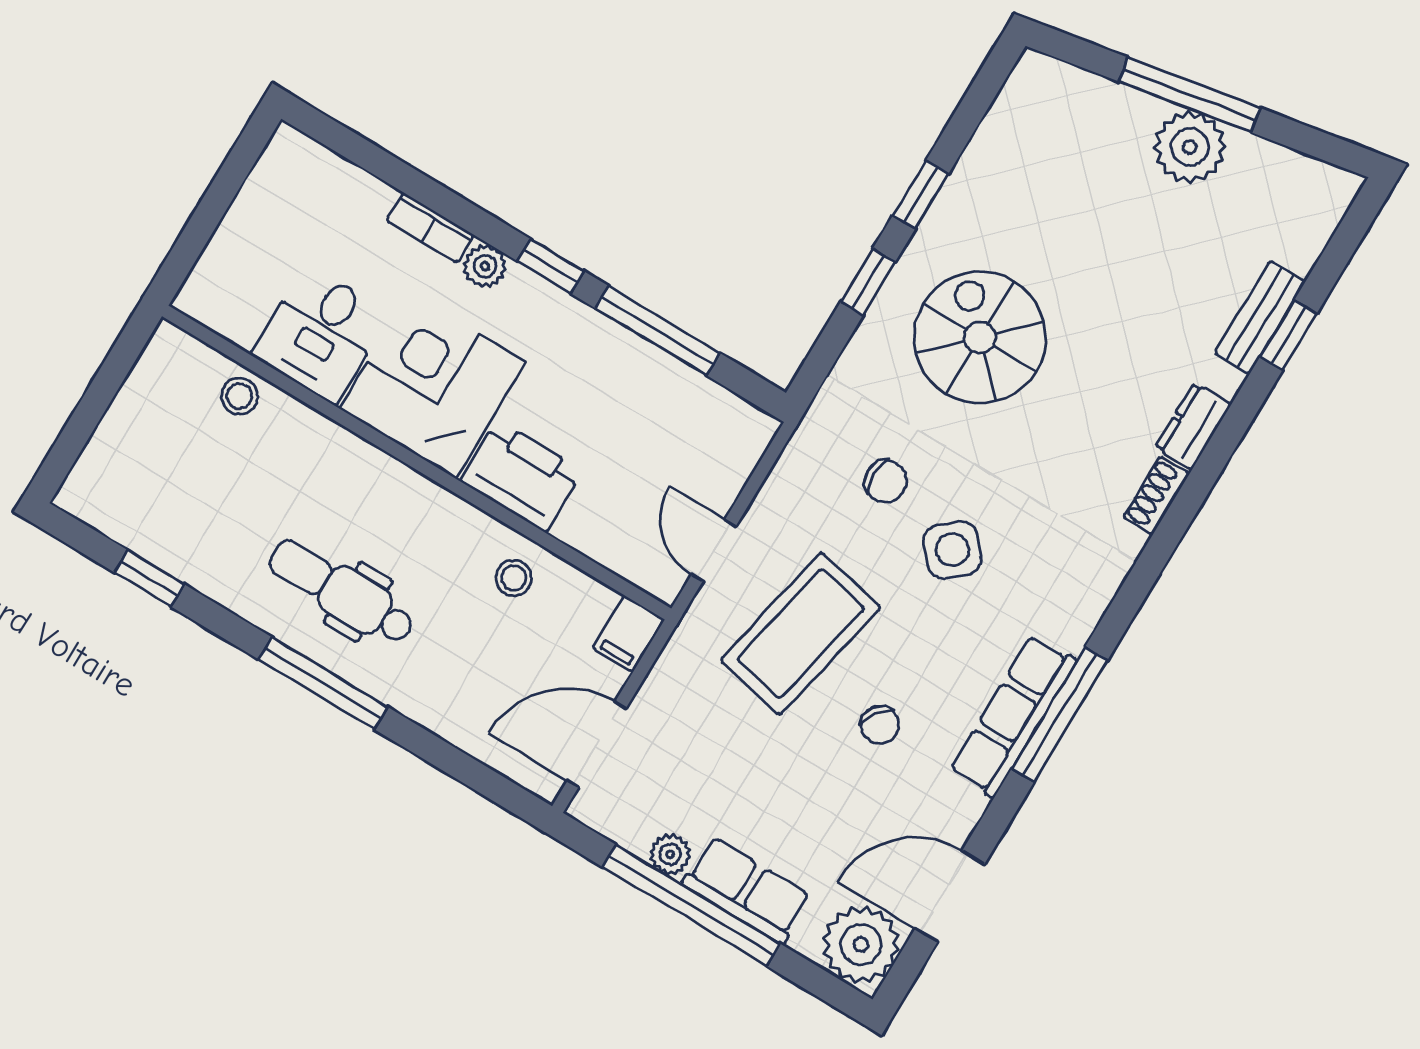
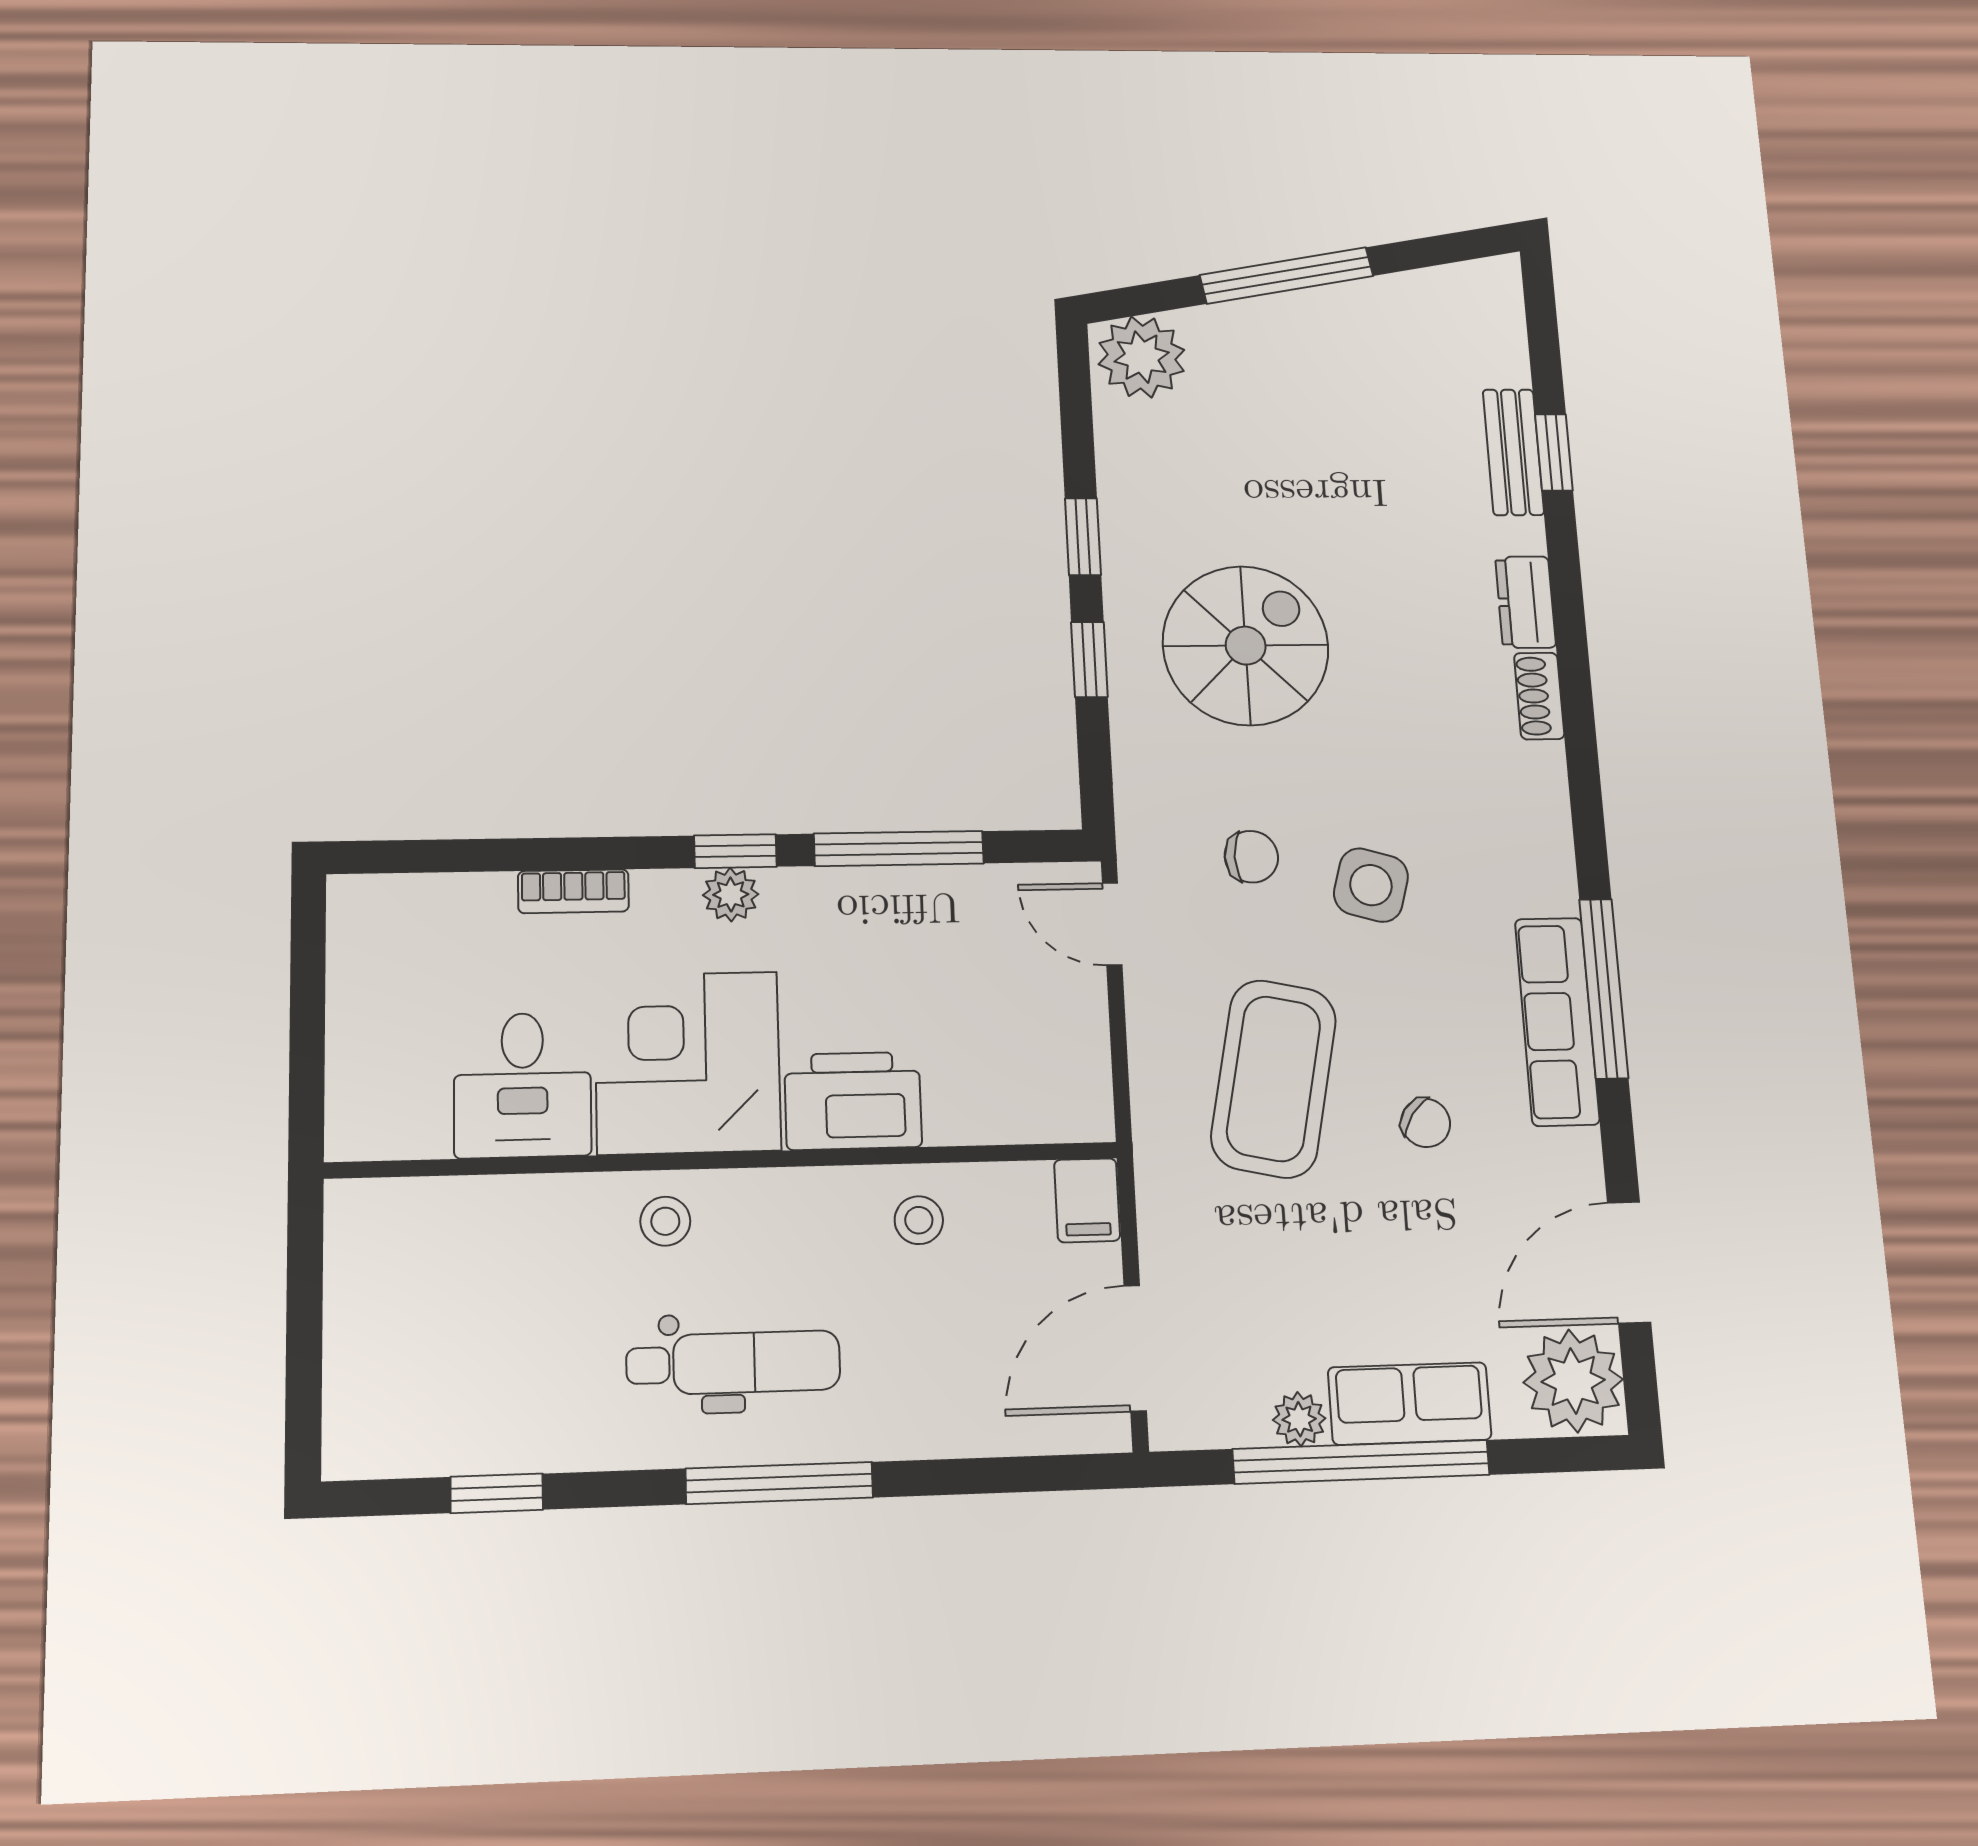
plant: (1190, 147) -> (1142, 357), moved
plant: (485, 266) -> (731, 895), moved
spiral stairs: (980, 338) -> (1246, 646), turned 90
stool: (240, 396) -> (665, 1221), moved
door: (714, 550) -> (1112, 924), moved
side table: (952, 550) -> (1371, 885), turned -33
dental chair: (342, 592) -> (733, 1363), turned 180

